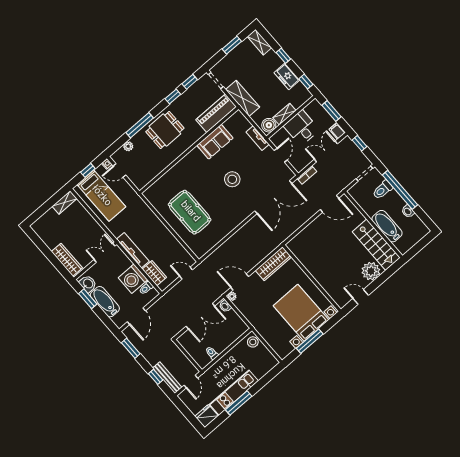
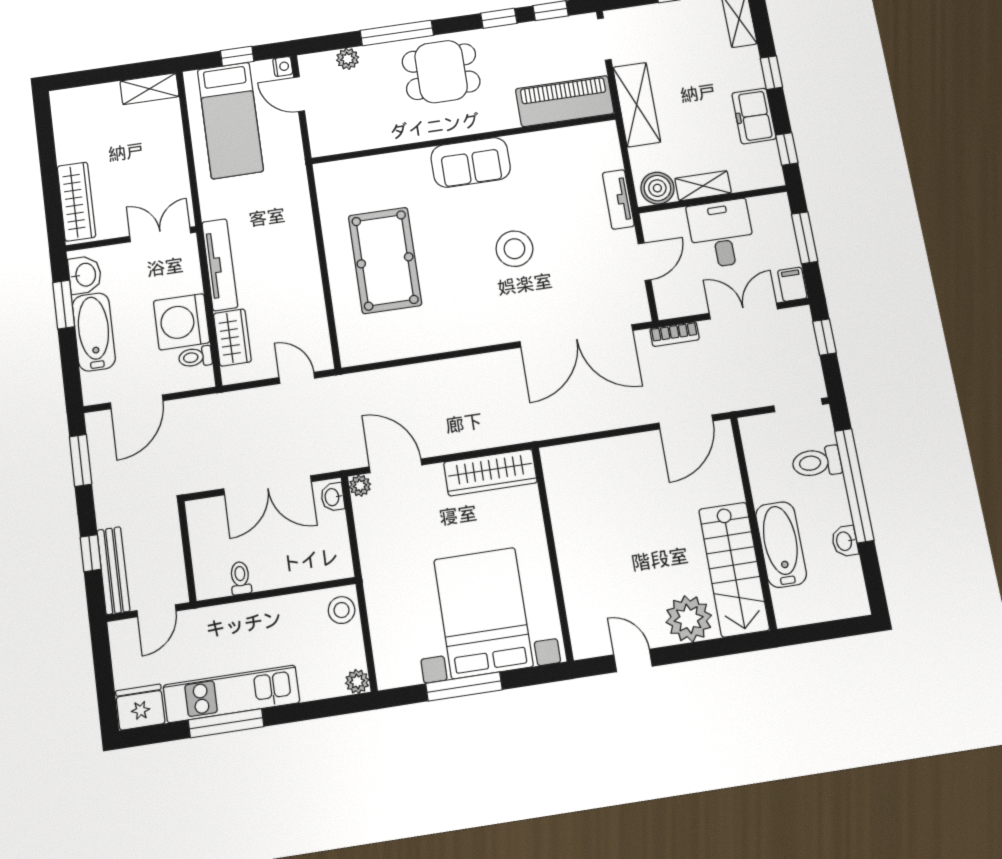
sofa: (215, 142) -> (471, 162), moved
door: (330, 204) -> (686, 422), hinge flipped
plant: (273, 362) -> (357, 682), added

